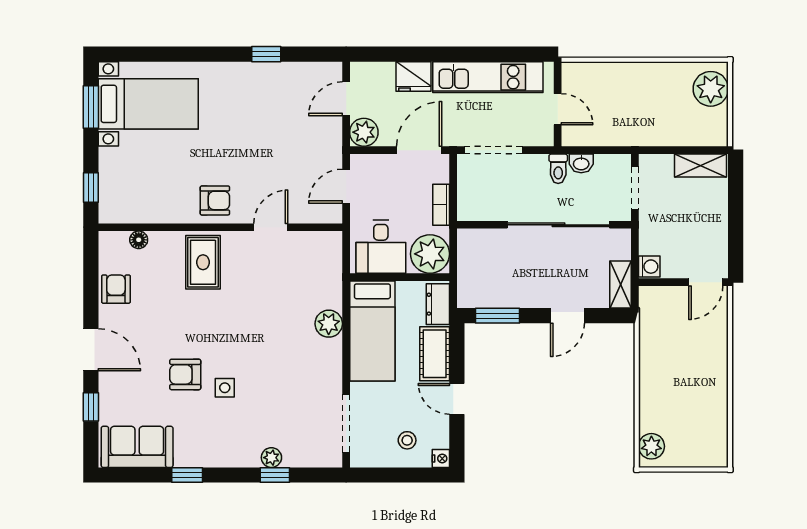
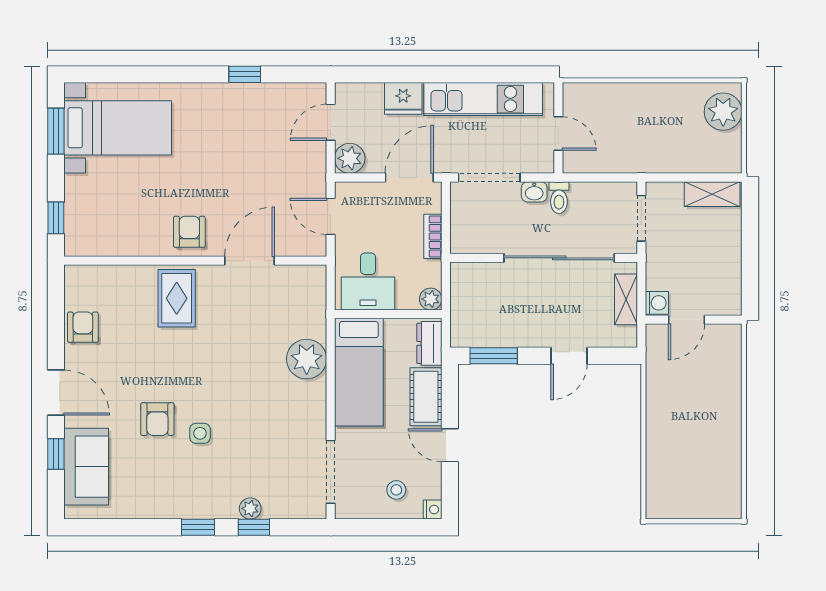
washbasin: (581, 163) -> (534, 192), moved
door: (346, 186) -> (331, 216), hinge flipped
armchair: (215, 200) -> (189, 232), turned -90
door: (271, 227) -> (250, 261), width x1.38
floor lamp: (139, 240) -> (107, 274), removed
plant: (430, 254) -> (431, 299), width x0.53, depth x0.53
door: (706, 282) -> (686, 320), moved
shelving: (621, 285) -> (626, 299), moved
plant: (329, 324) -> (307, 359), width x1.36, depth x1.36
armchair: (185, 374) -> (157, 419), turned -90
plant: (651, 446) -> (659, 496), removed
sofa: (137, 447) -> (86, 467), moved, turned 90
window: (187, 475) -> (198, 527), moved

